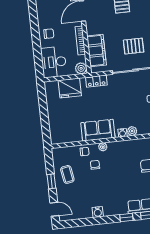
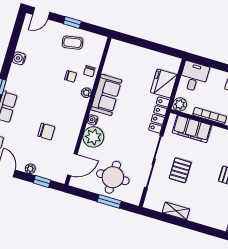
desk: (54, 62) -> (194, 77), width x0.73
locker: (96, 81) -> (159, 115), width x1.53
plant: (132, 131) -> (93, 137), width x1.88, depth x1.88

